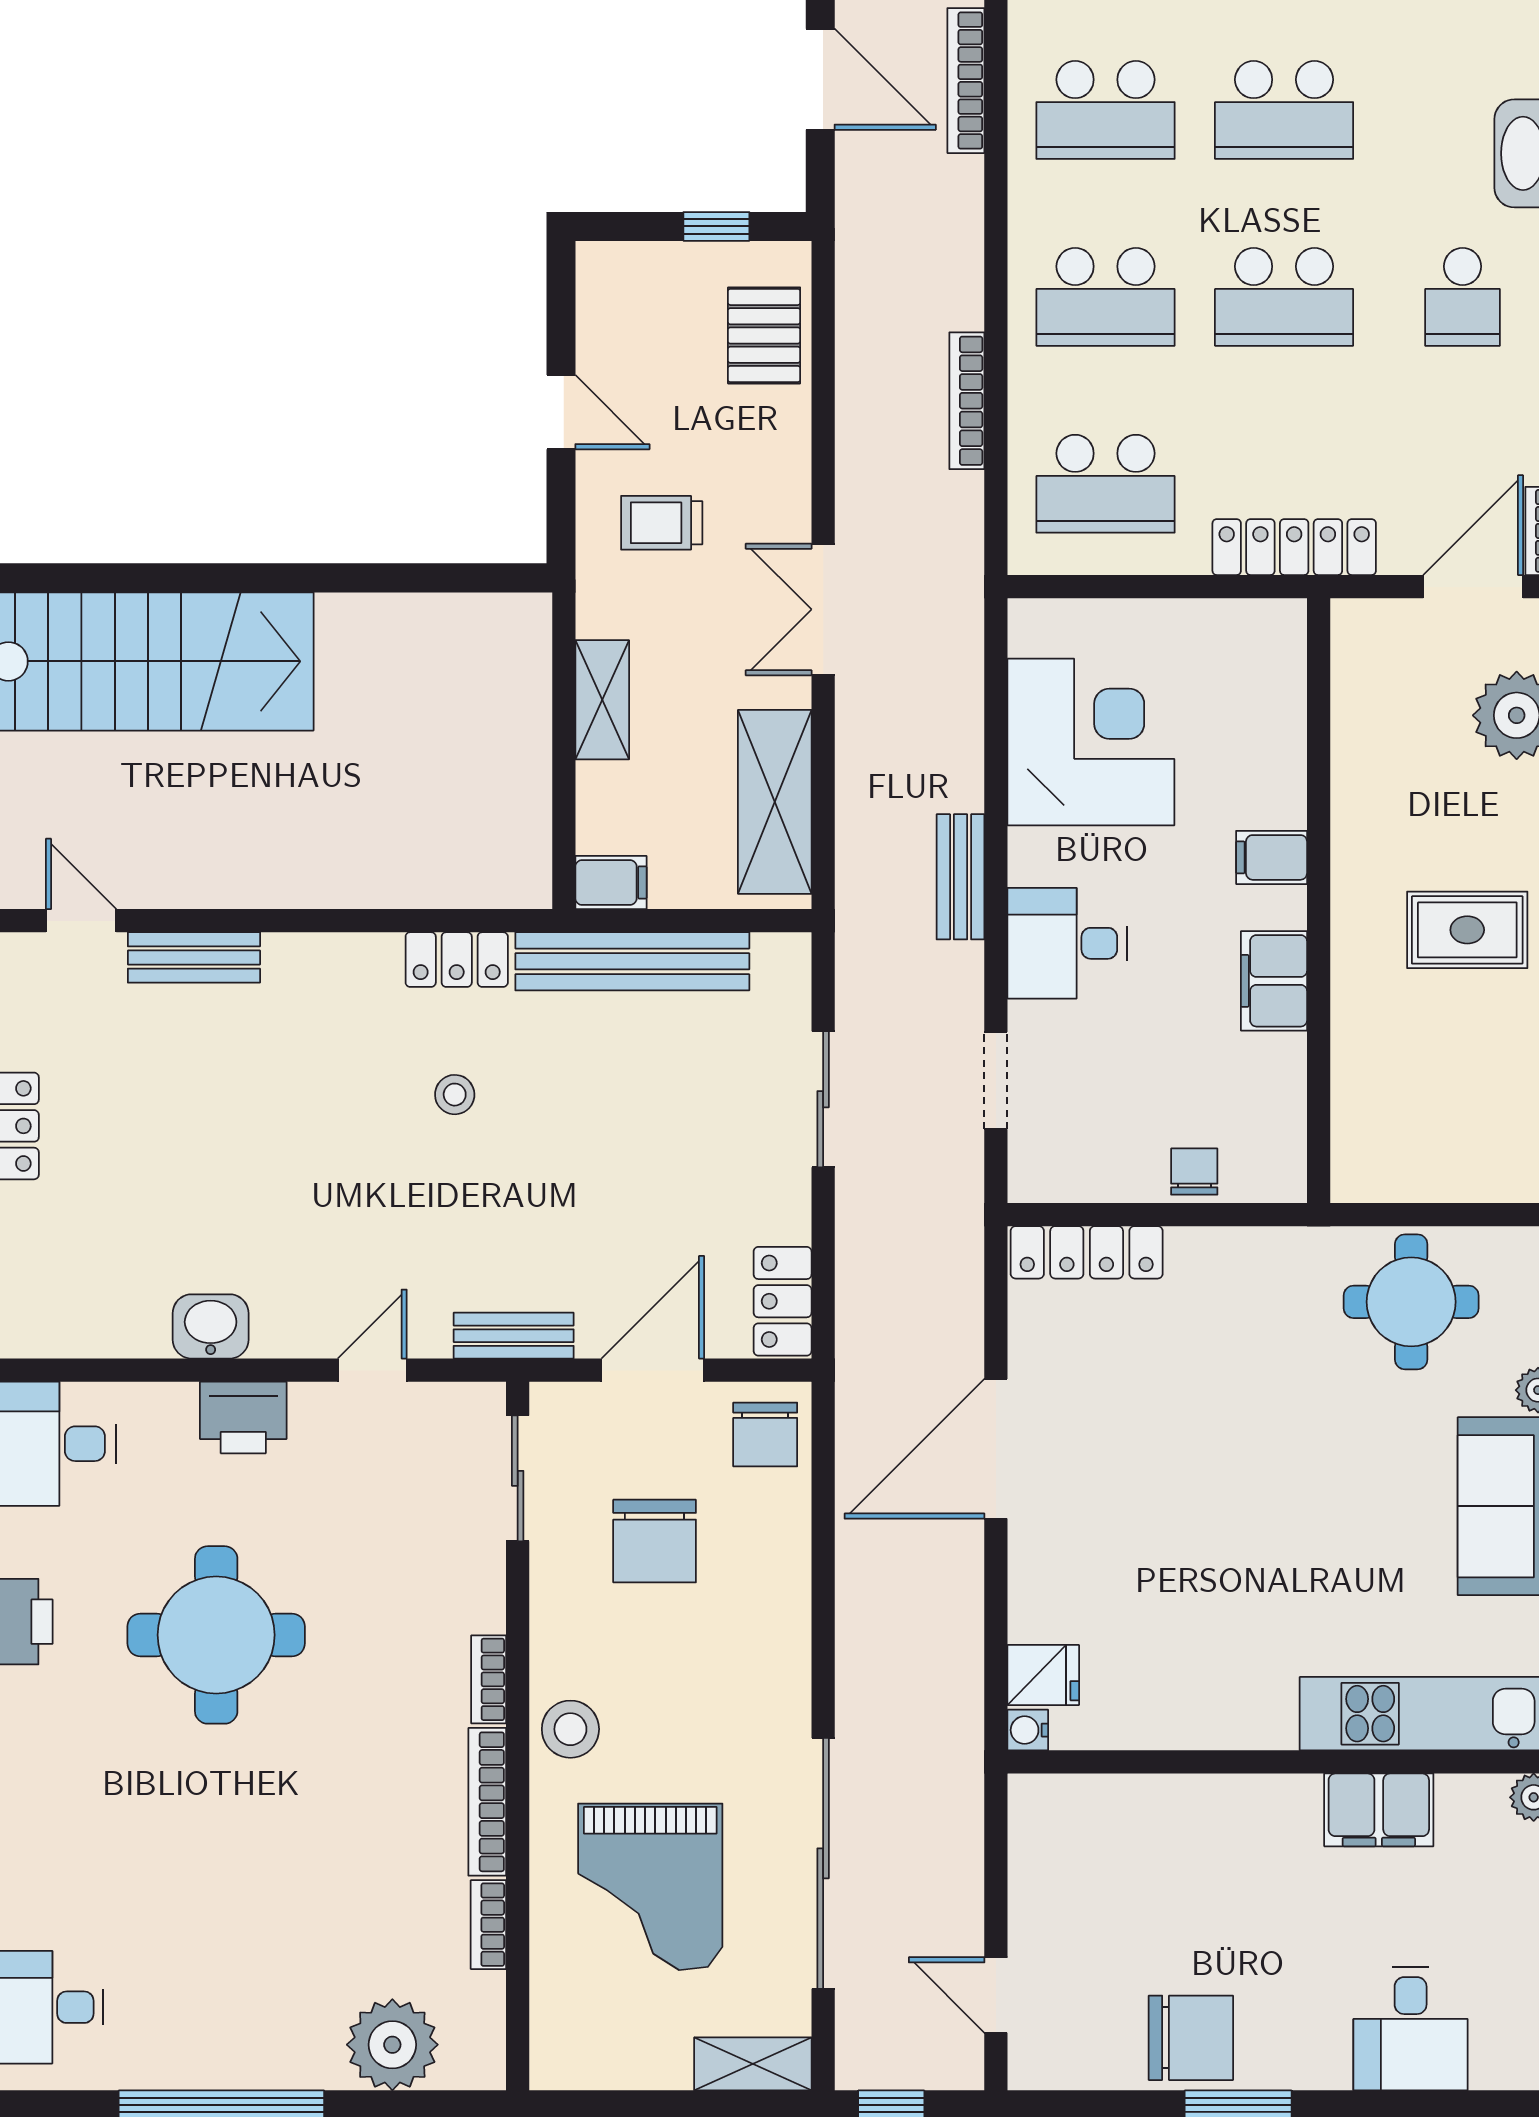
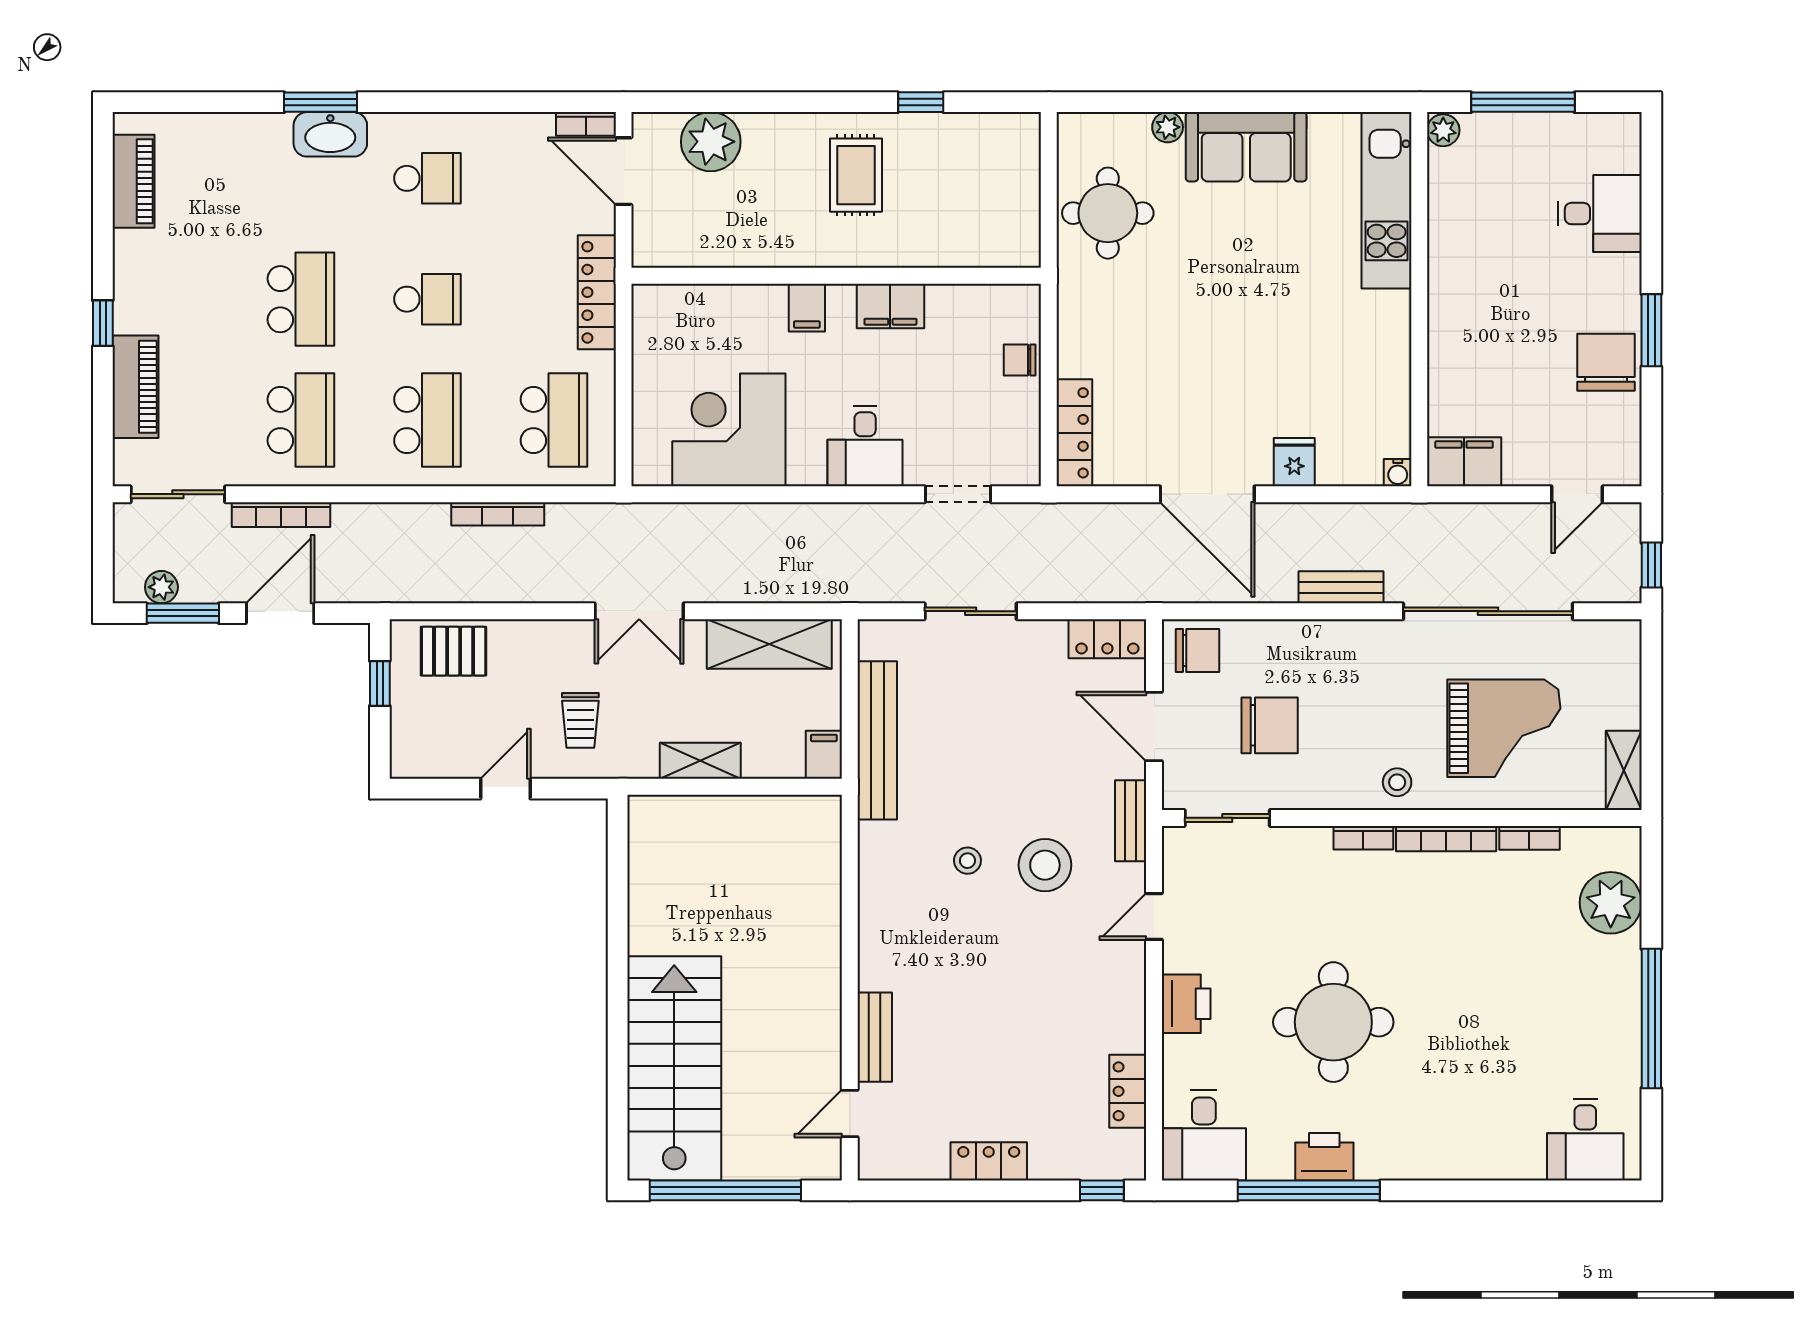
school desk: (1284, 297) -> (427, 299), width x0.54
bench: (961, 877) -> (1341, 587), moved
locker: (457, 960) -> (1128, 1091), moved, turned 180
stool: (448, 1209) -> (1045, 865), added
washbasin: (211, 1326) -> (1124, 1026), removed
door: (372, 1370) -> (1154, 916), hinge flipped
fridge: (1043, 1675) -> (1294, 462), moved
stool: (570, 1729) -> (1397, 782), width x0.73, depth x0.73
filing cabinet: (1379, 1810) -> (1464, 462), moved, turned -90
shelving: (753, 2064) -> (1624, 770), moved

